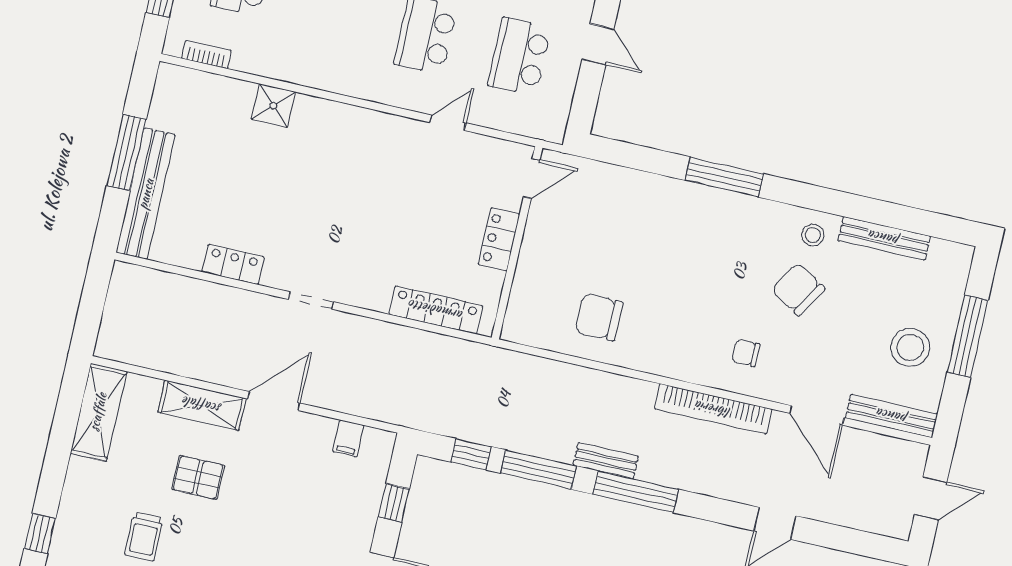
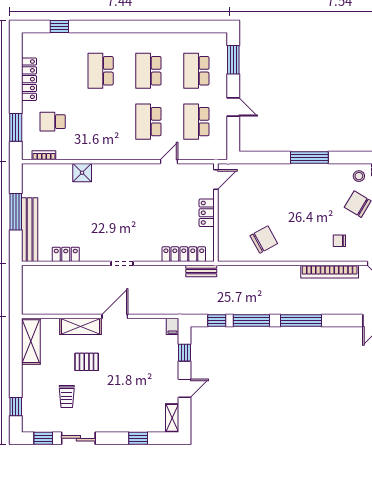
locker: (233, 264) -> (66, 254), moved
chair: (599, 317) -> (264, 240), turned 151
filing cabinet: (348, 439) -> (173, 326), moved
bench: (606, 461) -> (201, 271), moved

